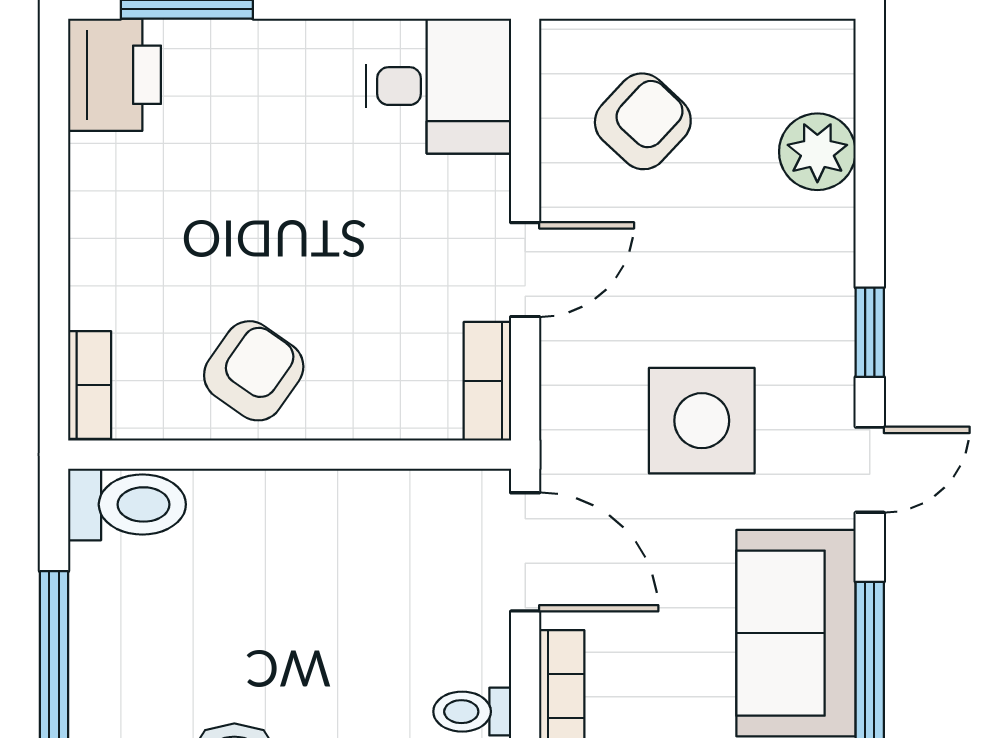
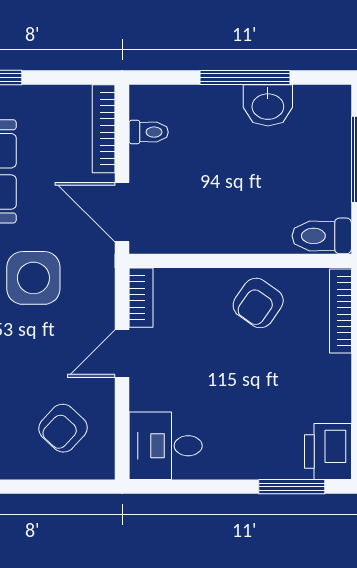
bookcase: (90, 385) -> (340, 311), width x1.56

